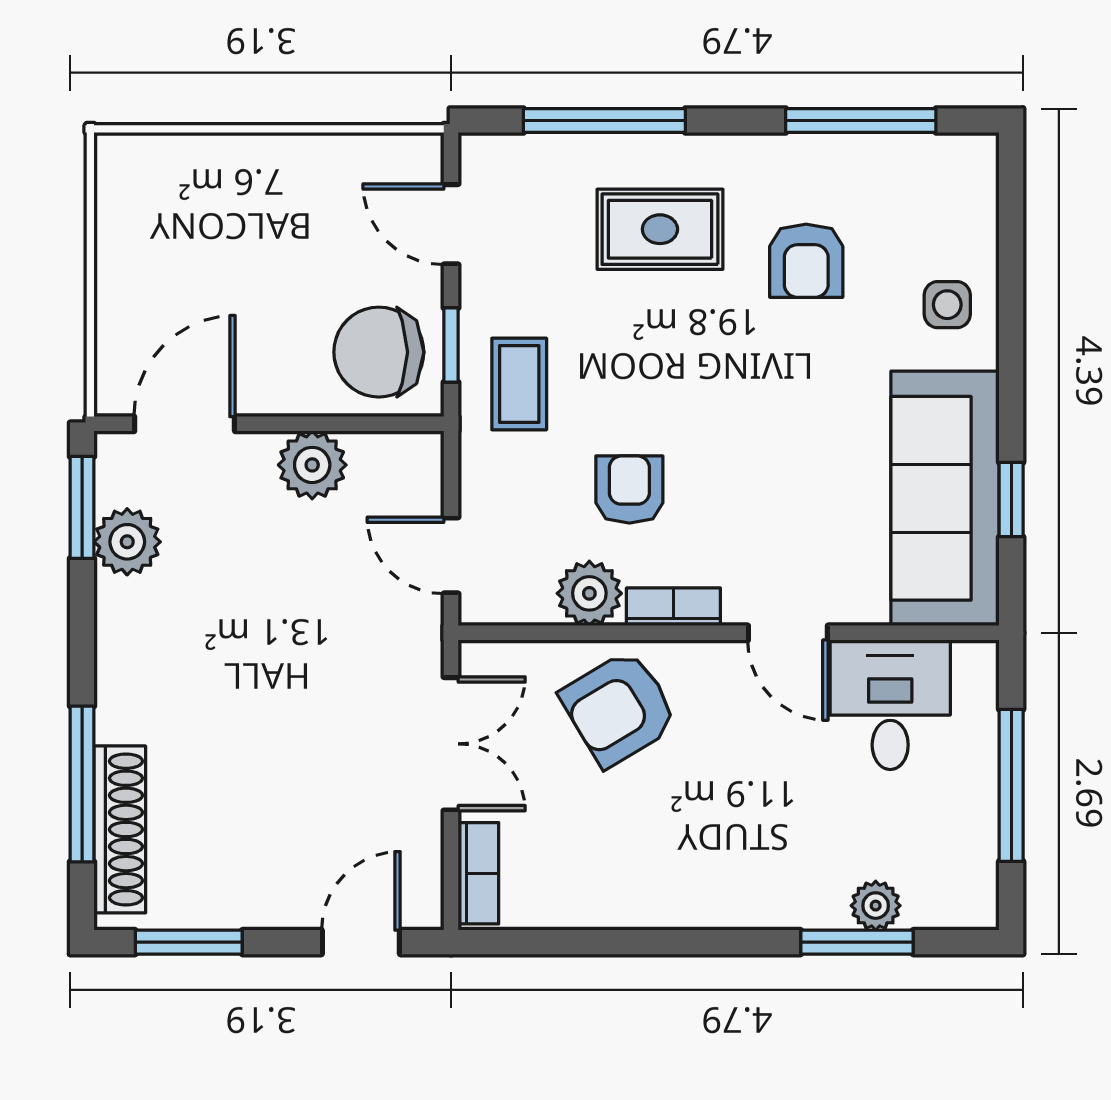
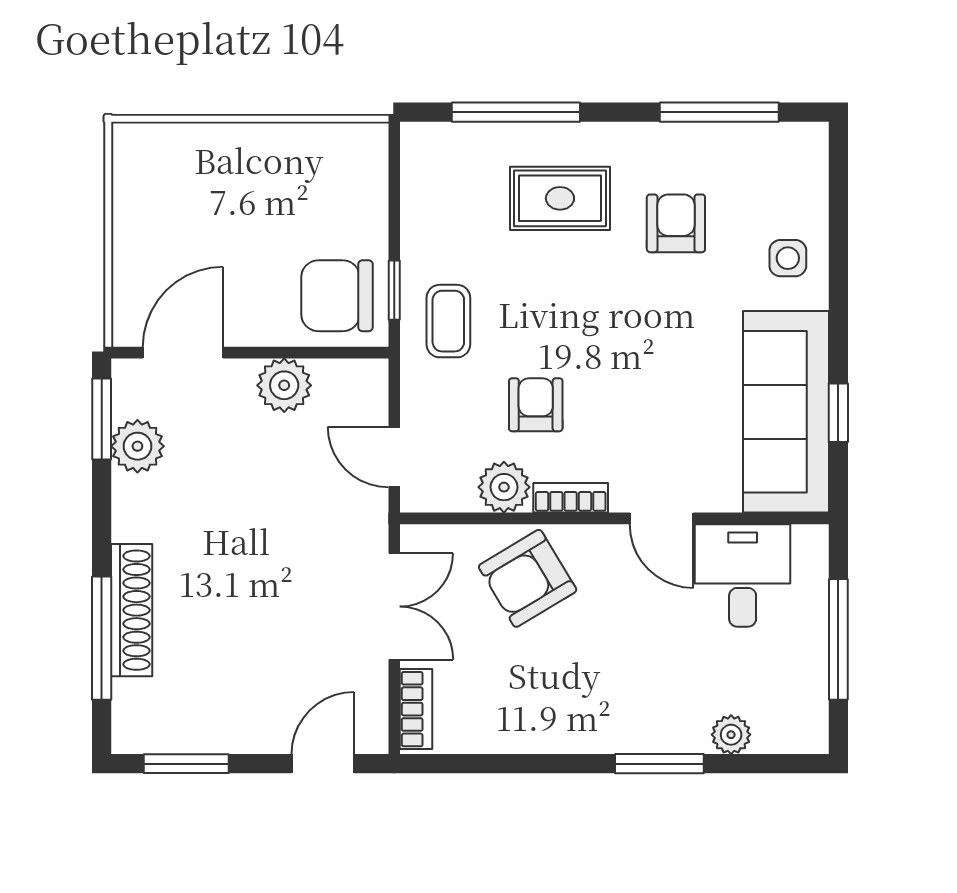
door: (451, 224) -> (394, 194), removed
armchair: (806, 261) -> (676, 223), turned 180
shoe rack: (120, 829) -> (132, 610), moved
window: (857, 942) -> (659, 764), moved

